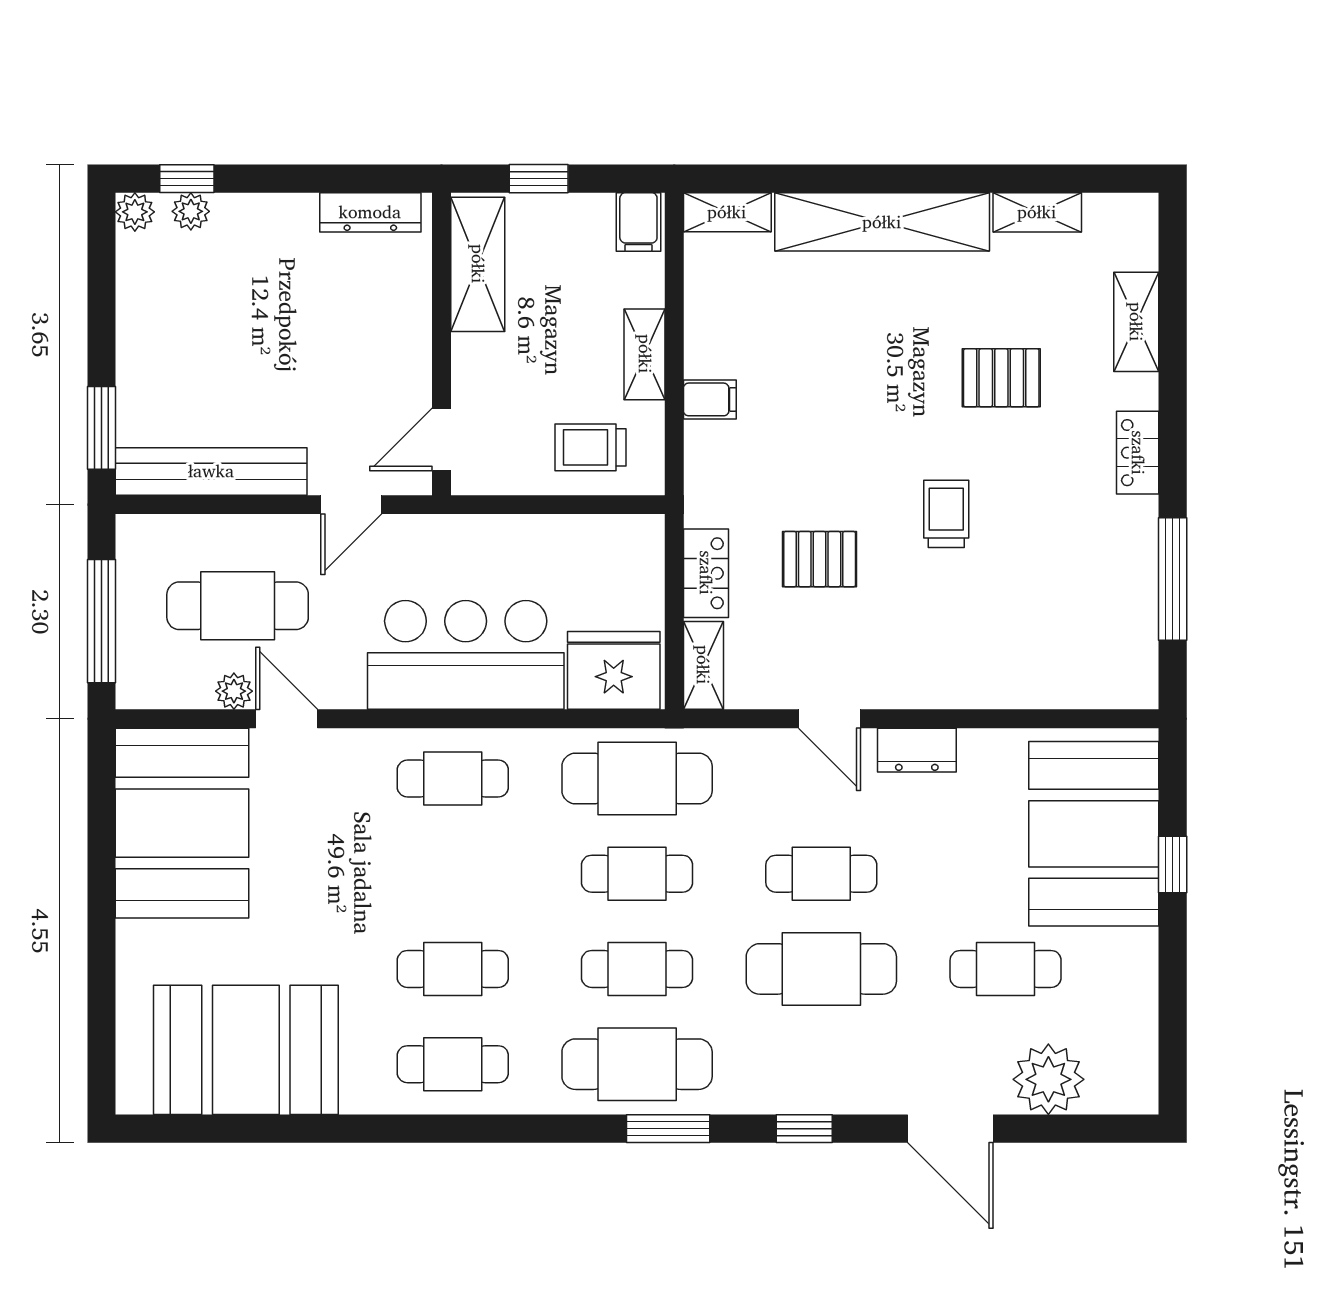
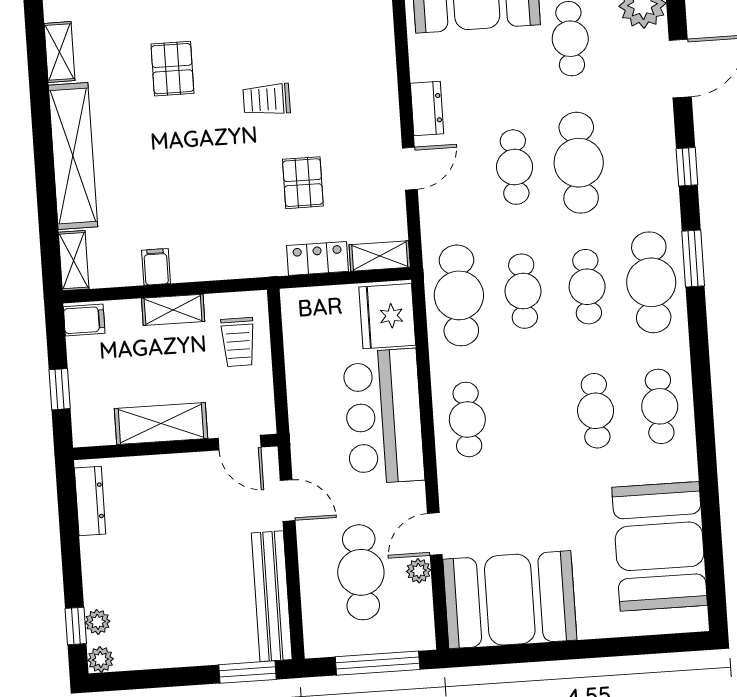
shelving: (478, 264) -> (161, 424), moved
filing cabinet: (710, 399) -> (156, 267), moved

